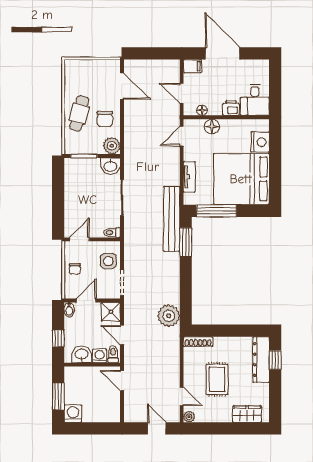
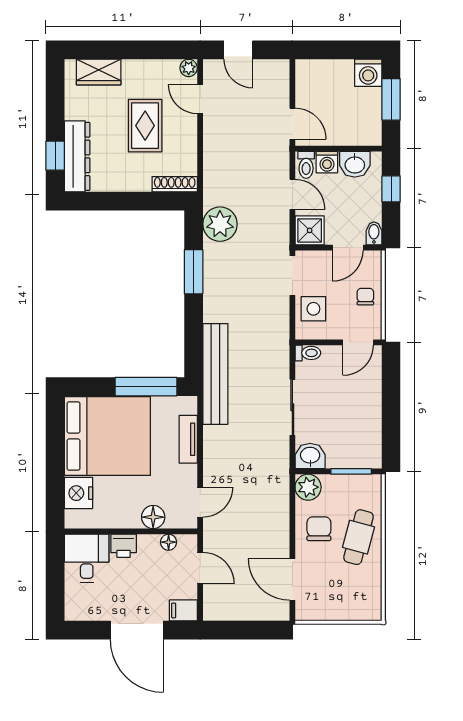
window: (186, 242) -> (194, 272), moved

